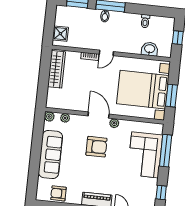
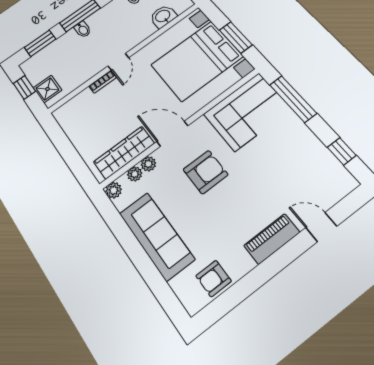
window: (50, 21) -> (24, 87), added
wardrobe: (57, 69) -> (124, 153), moved, turned -90
plant: (114, 123) -> (148, 164), moved
corner sofa: (145, 155) -> (247, 112), moved, turned -90

